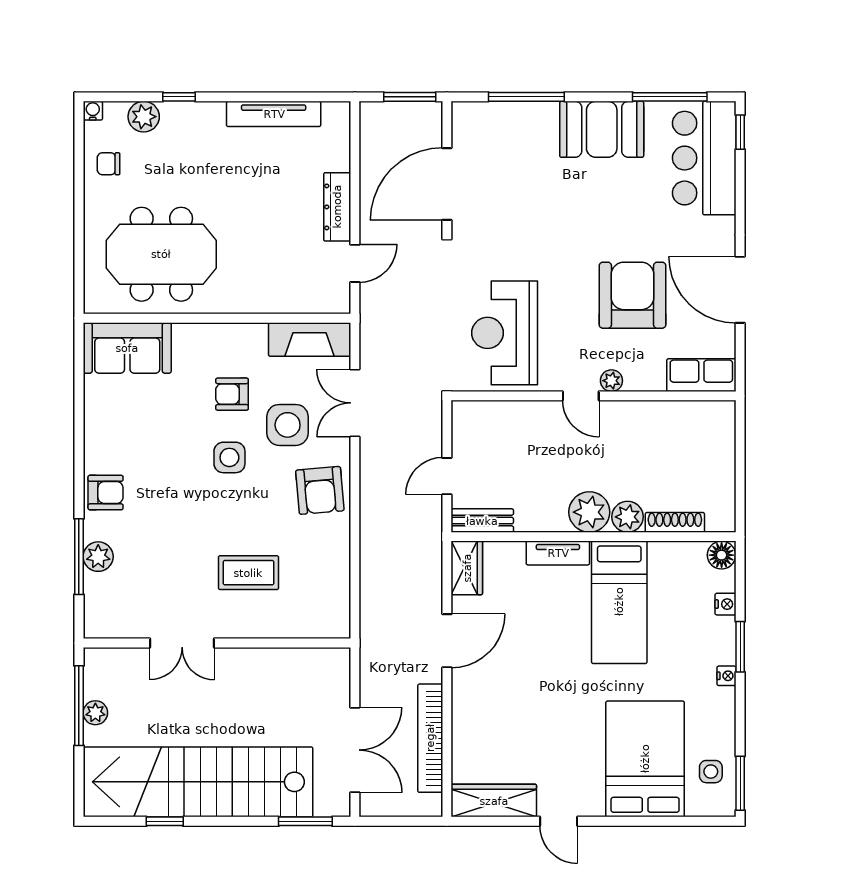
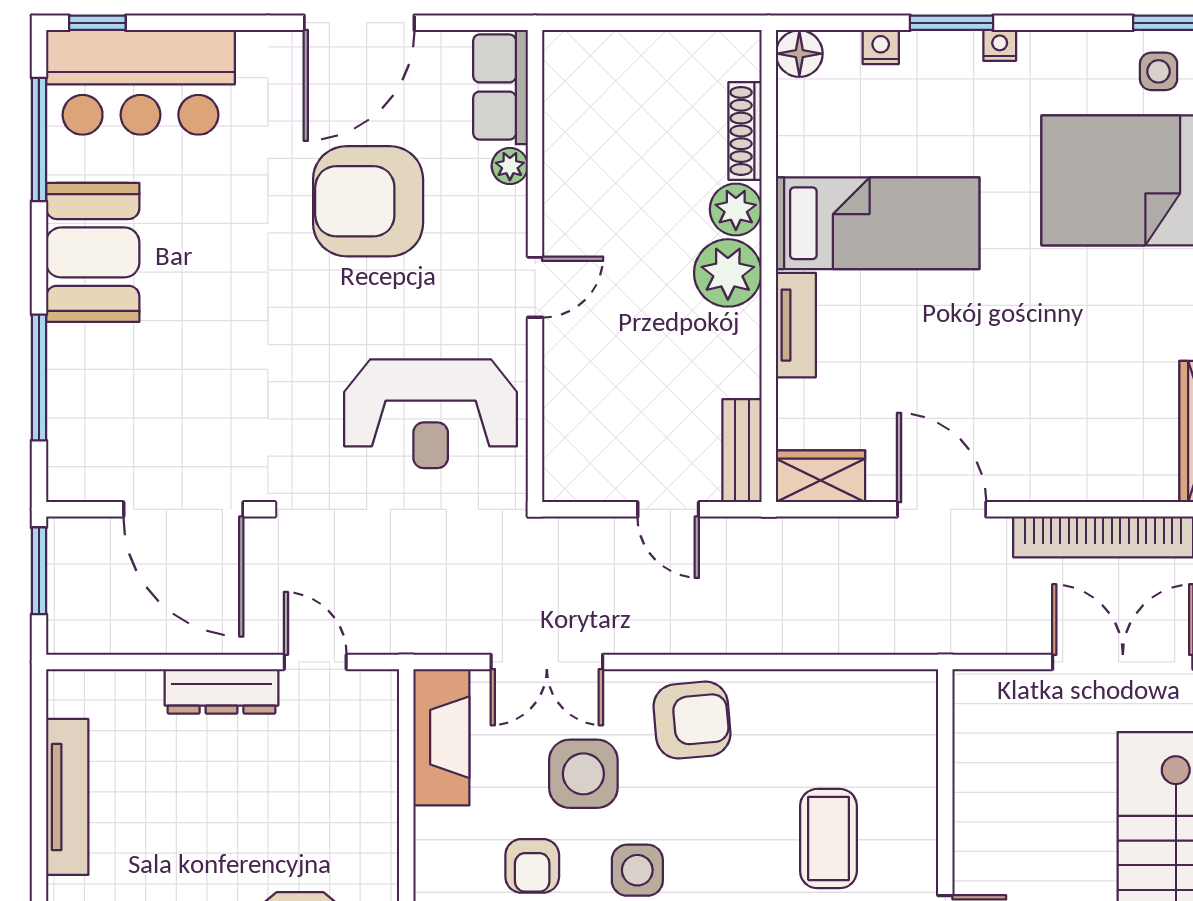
plant: (611, 381) -> (510, 166), moved

